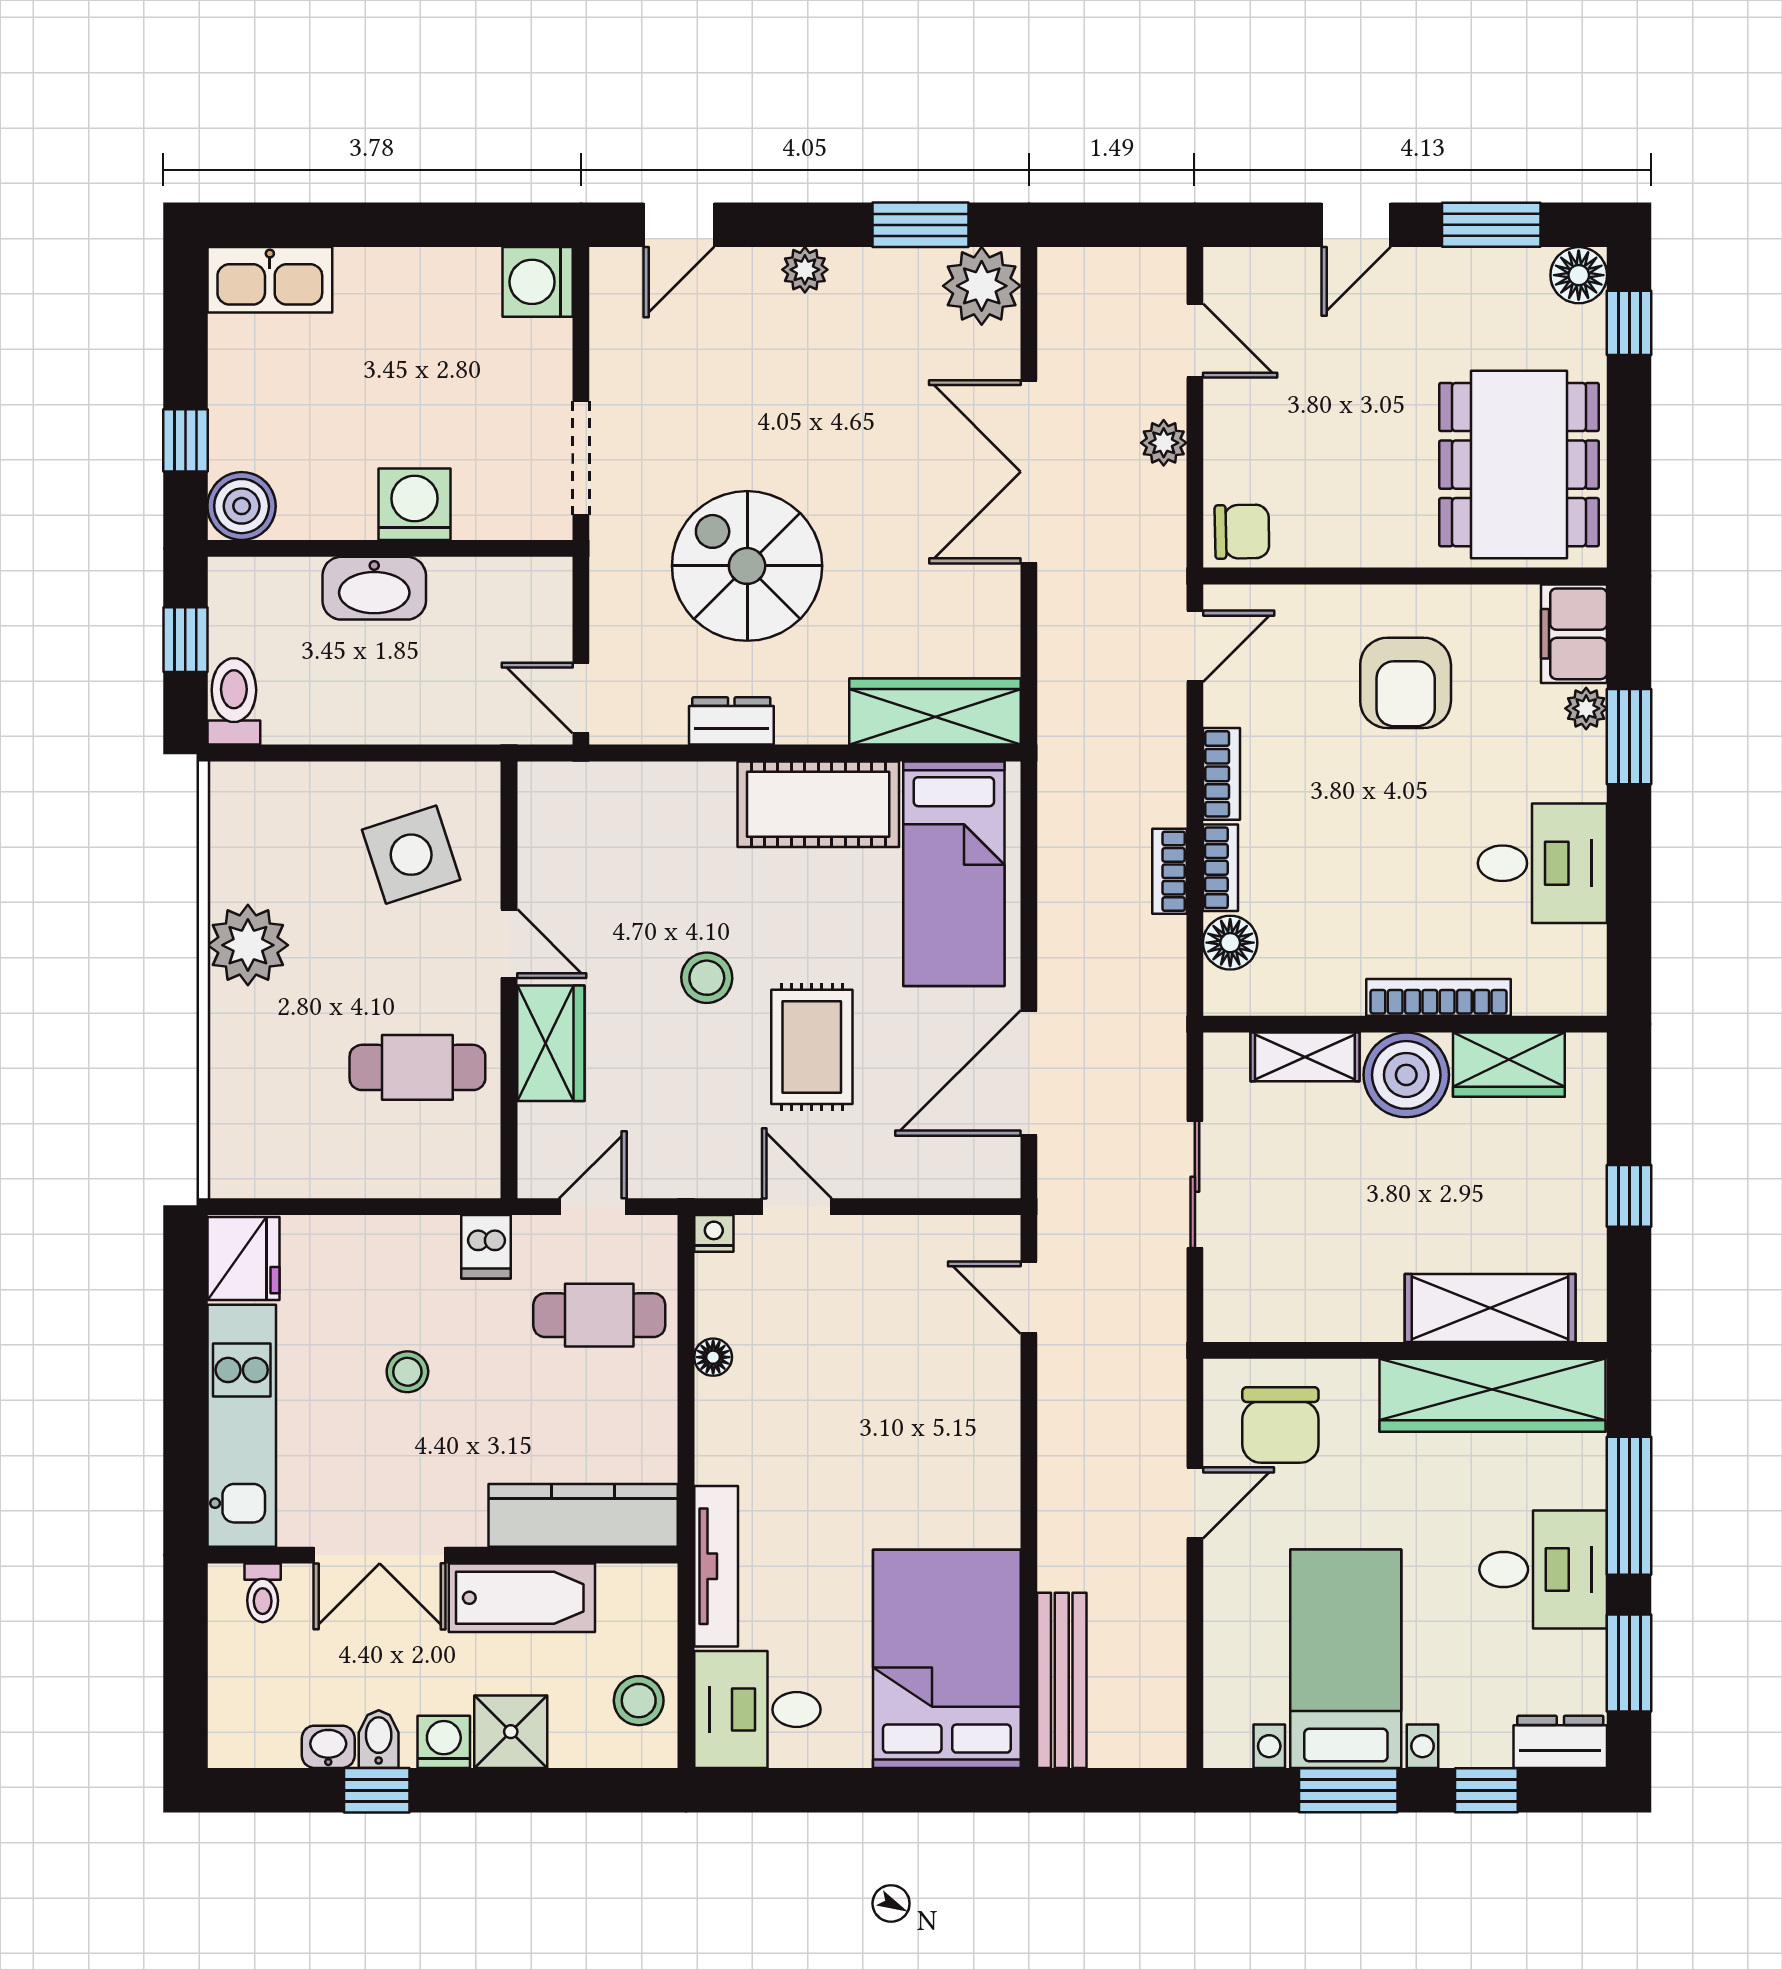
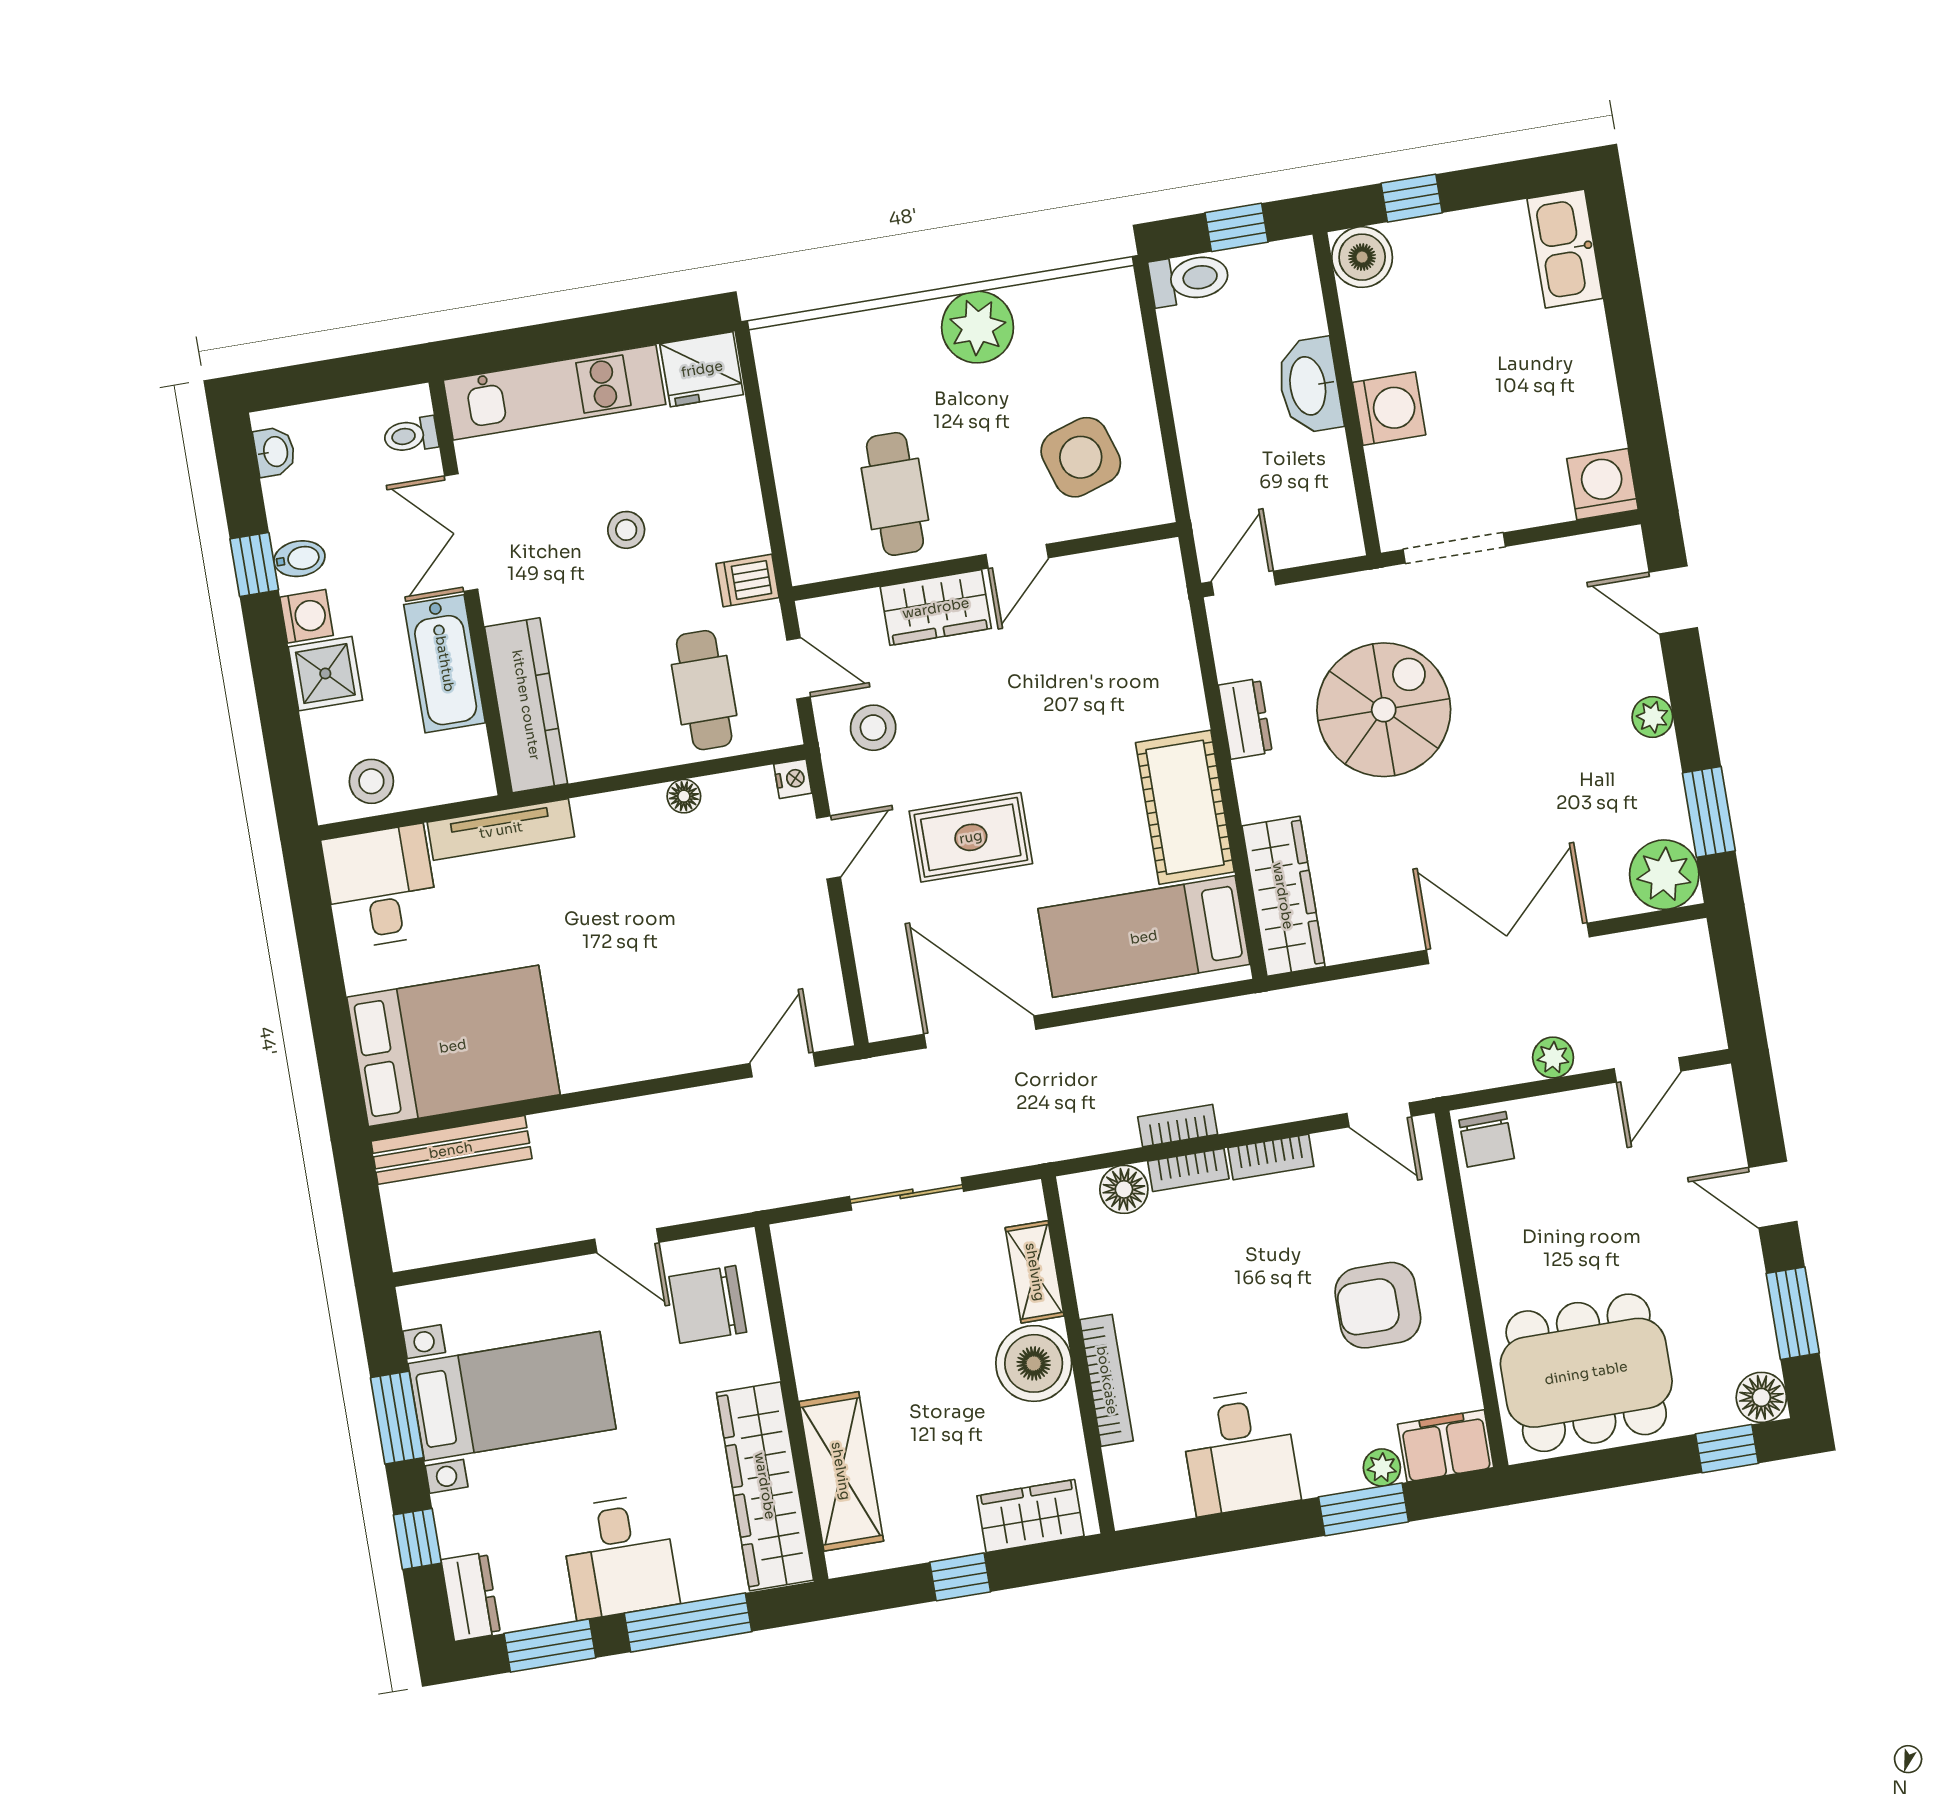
stool: (707, 978) -> (873, 728), moved
wardrobe: (1509, 1065) -> (1030, 1516), moved, turned 90
washbasin: (328, 1747) -> (275, 452), moved

